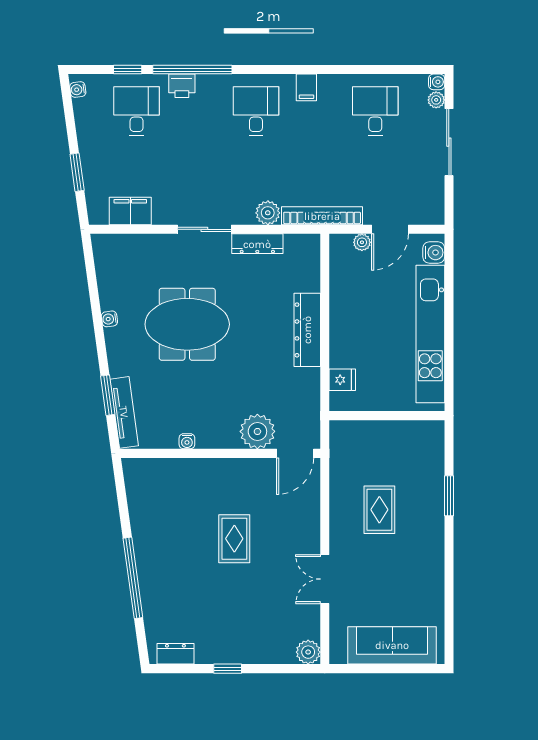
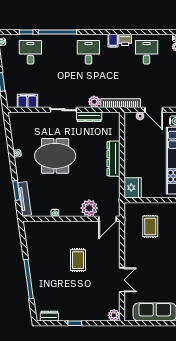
printer: (182, 86) -> (125, 40), moved
door: (390, 229) -> (154, 110), hinge flipped
fridge: (342, 380) -> (133, 188), width x1.88, depth x1.34
rug: (379, 510) -> (150, 226), moved
double door: (325, 579) -> (122, 280), swing flipped

